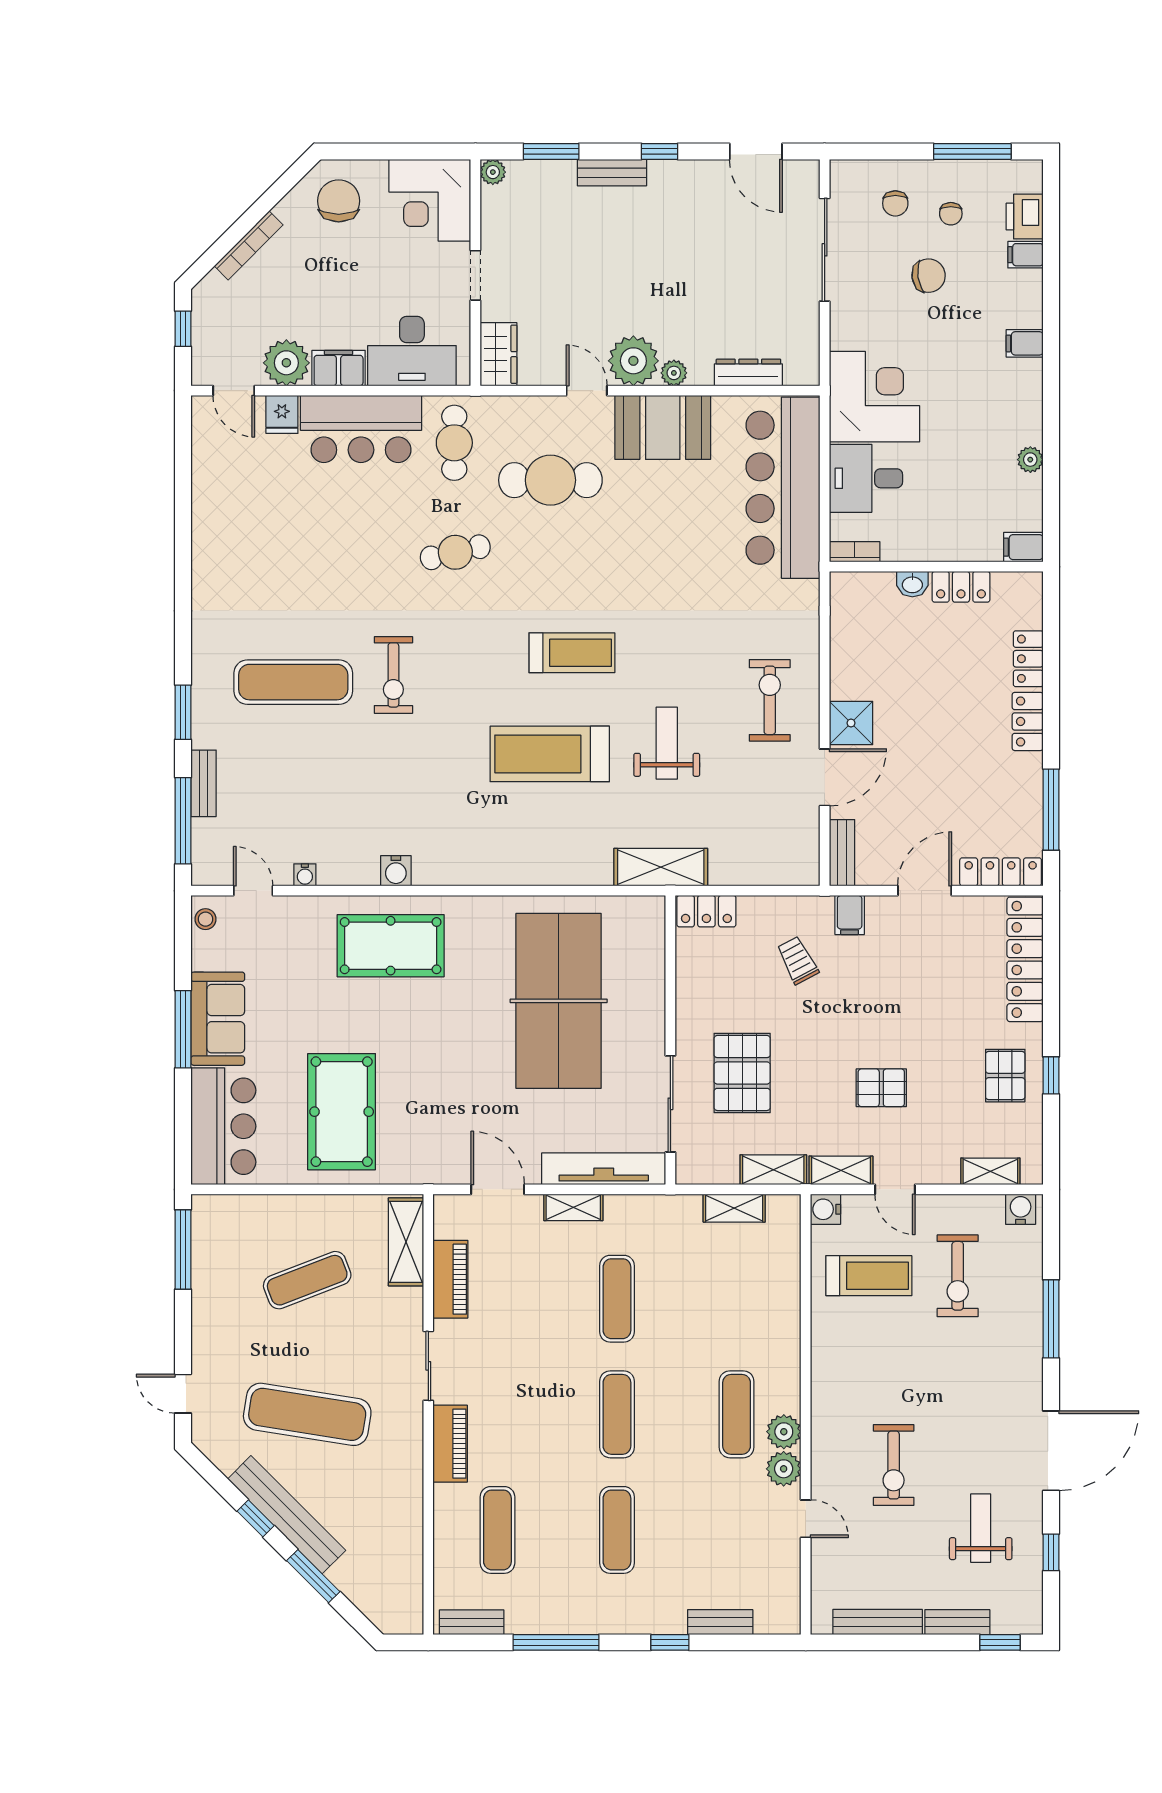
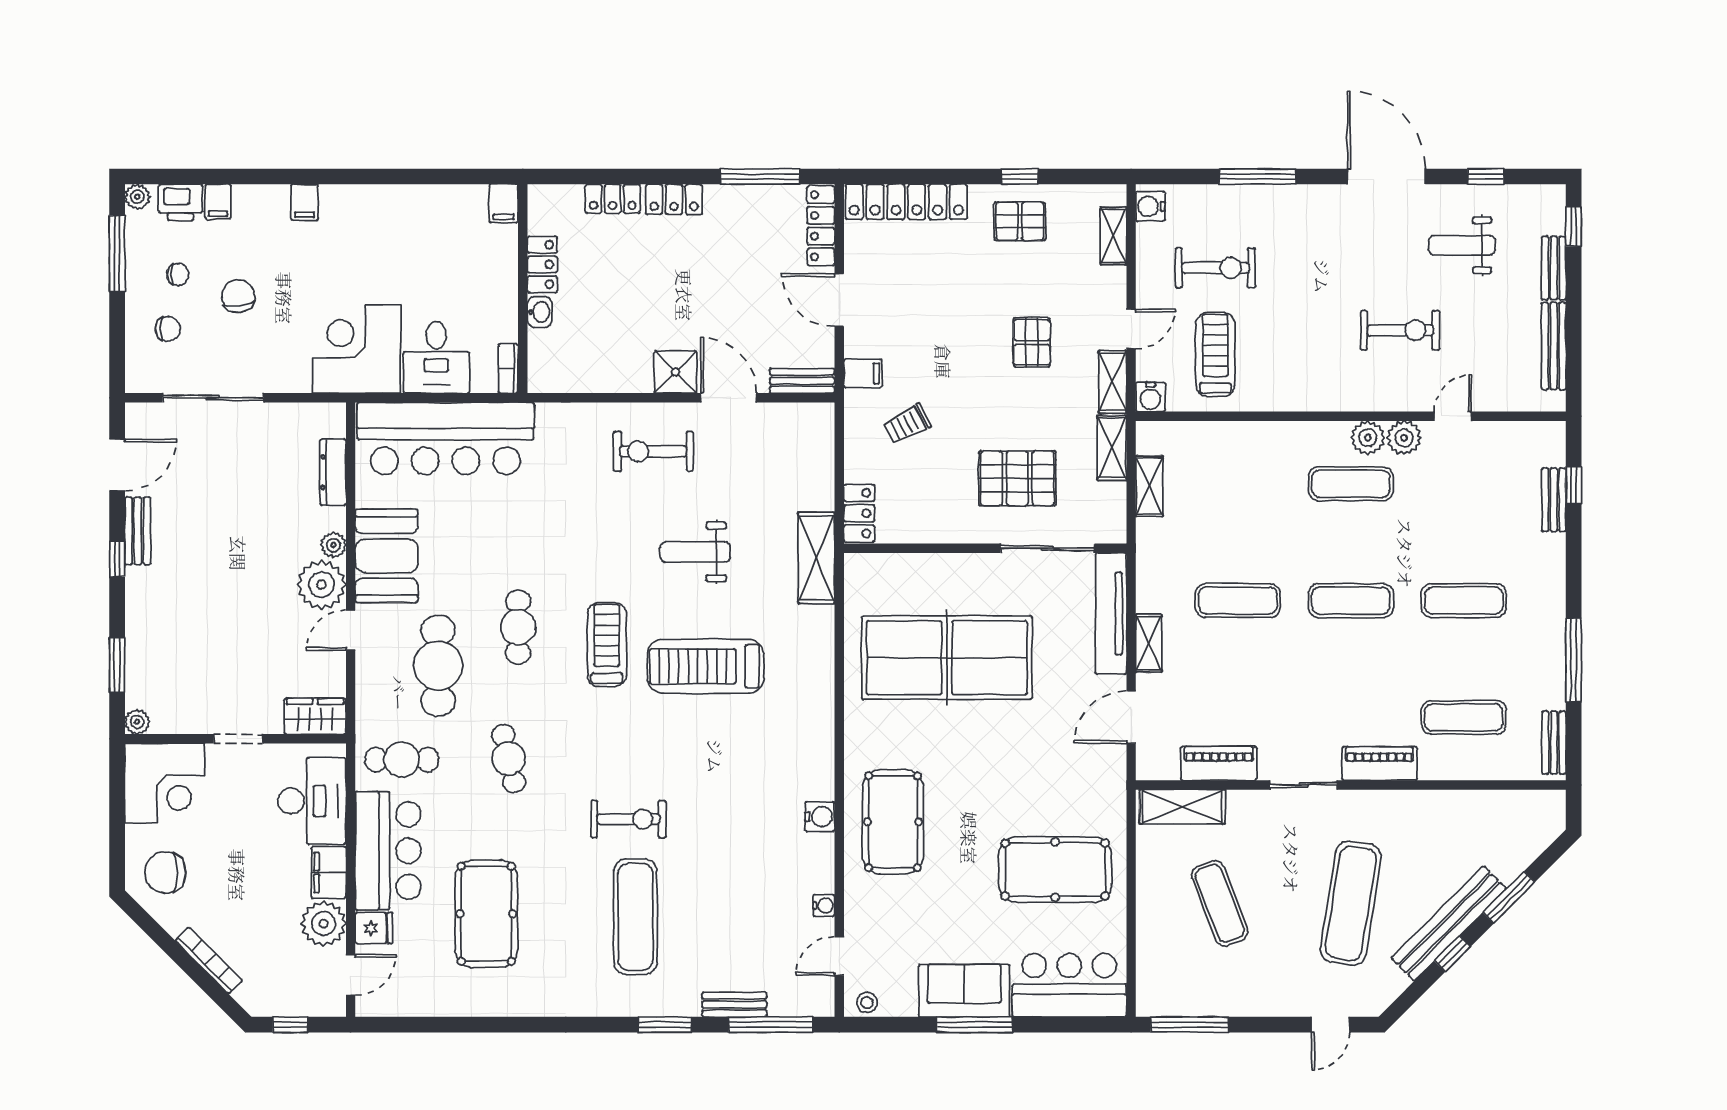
bench: (612, 173) -> (138, 531), moved
plant: (1030, 460) -> (137, 197), moved
pool table: (296, 529) -> (486, 914), added
cafe table: (590, 562) -> (518, 627), added
treadmill: (550, 754) -> (706, 666), turned 90
window: (670, 1642) -> (1574, 485), moved

